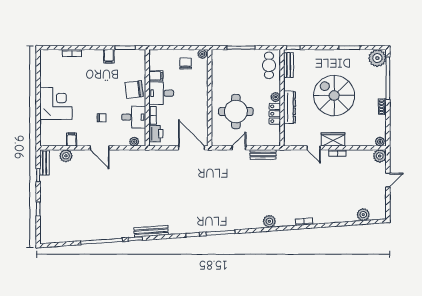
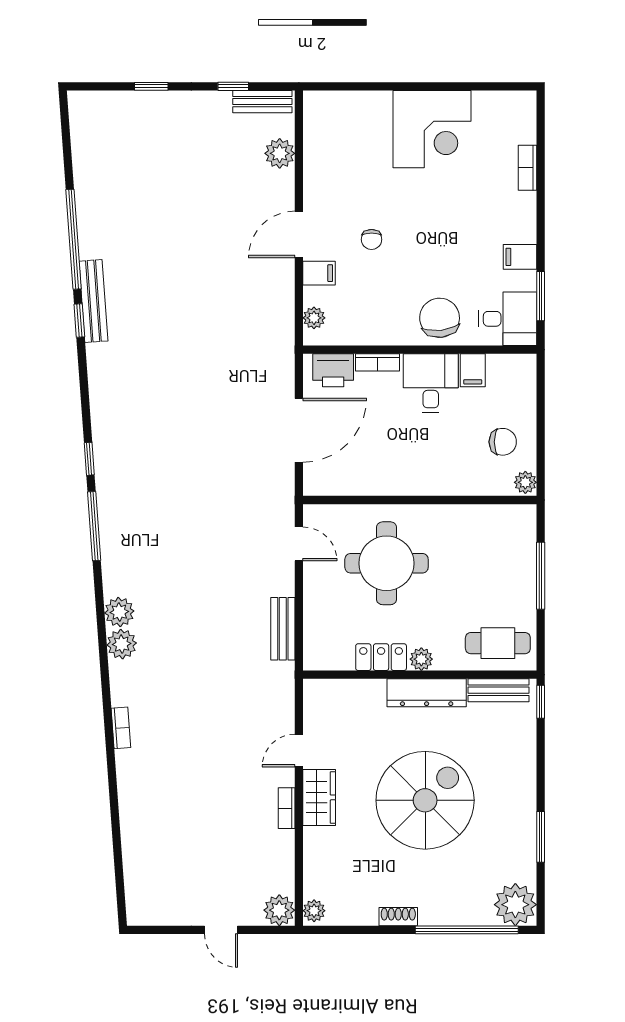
corner desk: (56, 103) -> (432, 129), moved
dresser: (290, 107) -> (427, 693), moved
desk: (134, 117) -> (508, 319), moved, turned -90
filing cabinet: (72, 140) -> (319, 273), moved
door: (192, 148) -> (299, 430), moved
door: (239, 148) -> (299, 544), moved
plant: (363, 215) -> (119, 612), moved
bench: (151, 231) -> (93, 301), moved

